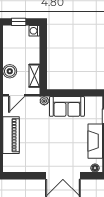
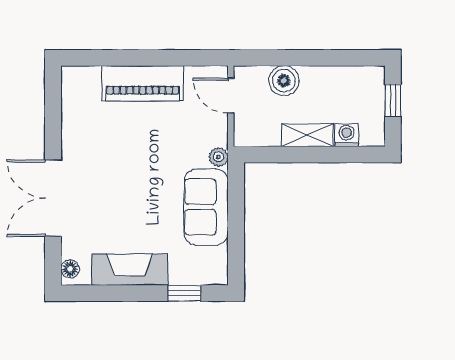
washing machine: (34, 31) -> (347, 135), moved
shelving: (34, 76) -> (307, 135), moved

